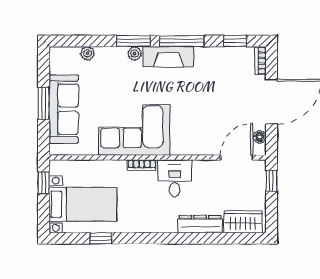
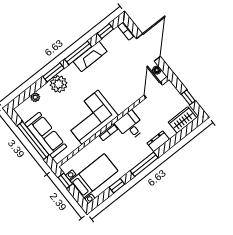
plant: (134, 54) -> (59, 84), width x1.88, depth x1.88
fireplace: (168, 57) -> (90, 56), moved
window: (44, 103) -> (33, 140), width x2.11
window: (271, 181) -> (188, 97), moved
dresser: (200, 224) -> (158, 141), width x0.70
window: (154, 238) -> (144, 164), added

